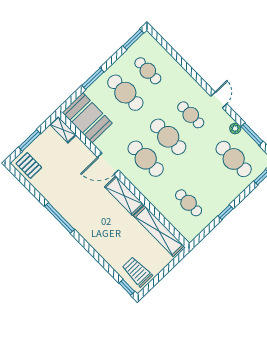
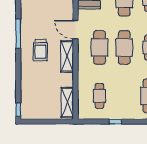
shelving: (159, 231) -> (67, 103), width x0.68
trolley: (137, 272) -> (40, 50), moved, turned 180

